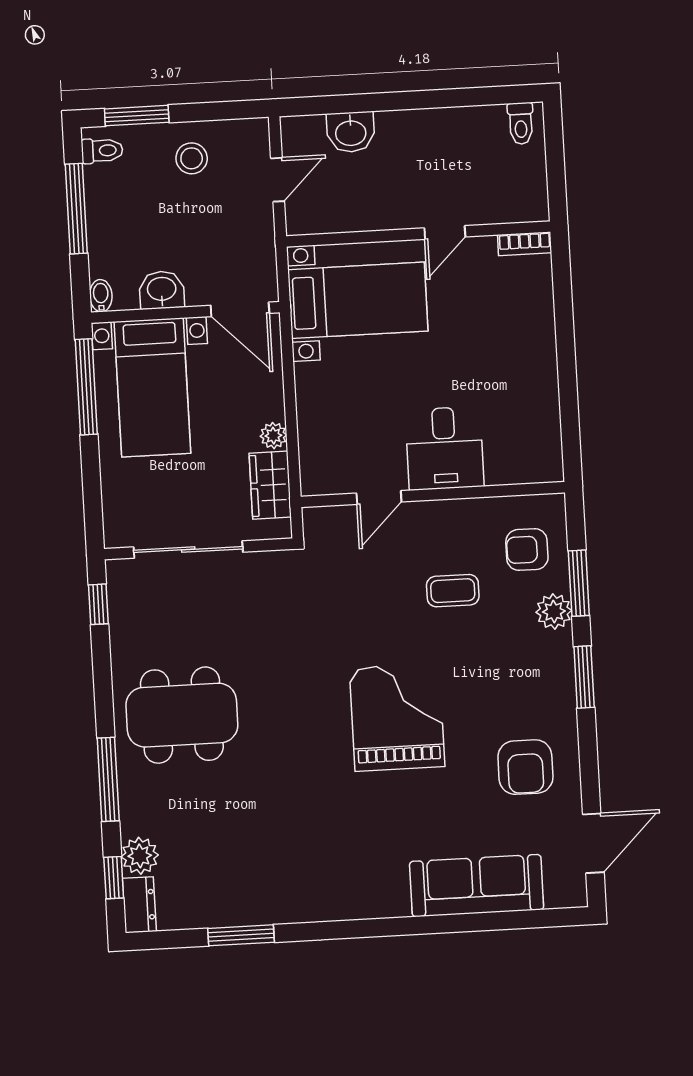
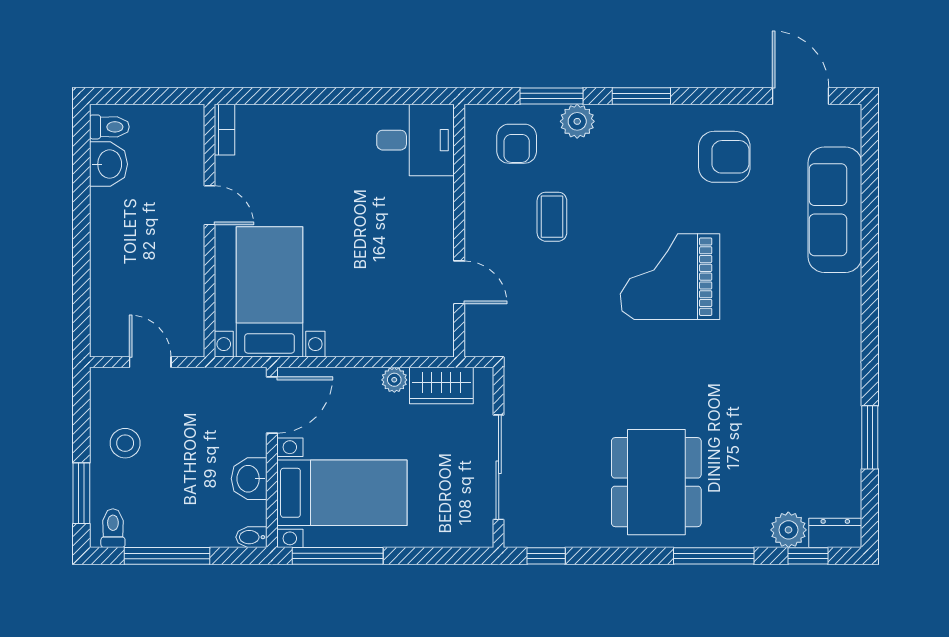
washbasin: (351, 132) -> (109, 164), moved
desk: (445, 448) -> (416, 140), moved

